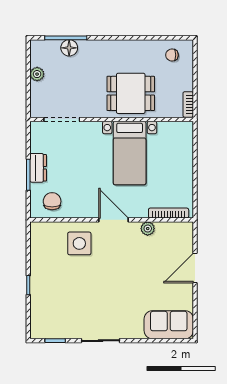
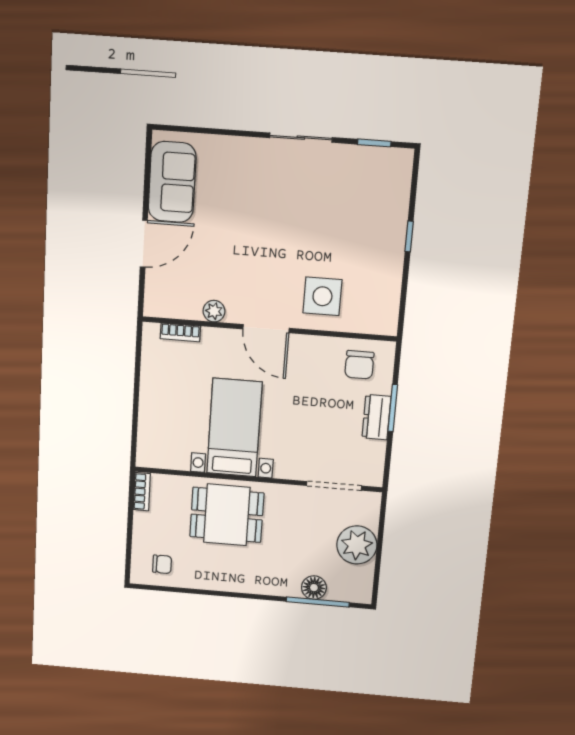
plant: (37, 74) -> (357, 545), width x1.88, depth x1.88
bookcase: (169, 213) -> (180, 332), width x0.64
sofa: (169, 325) -> (172, 182), moved, turned -90

